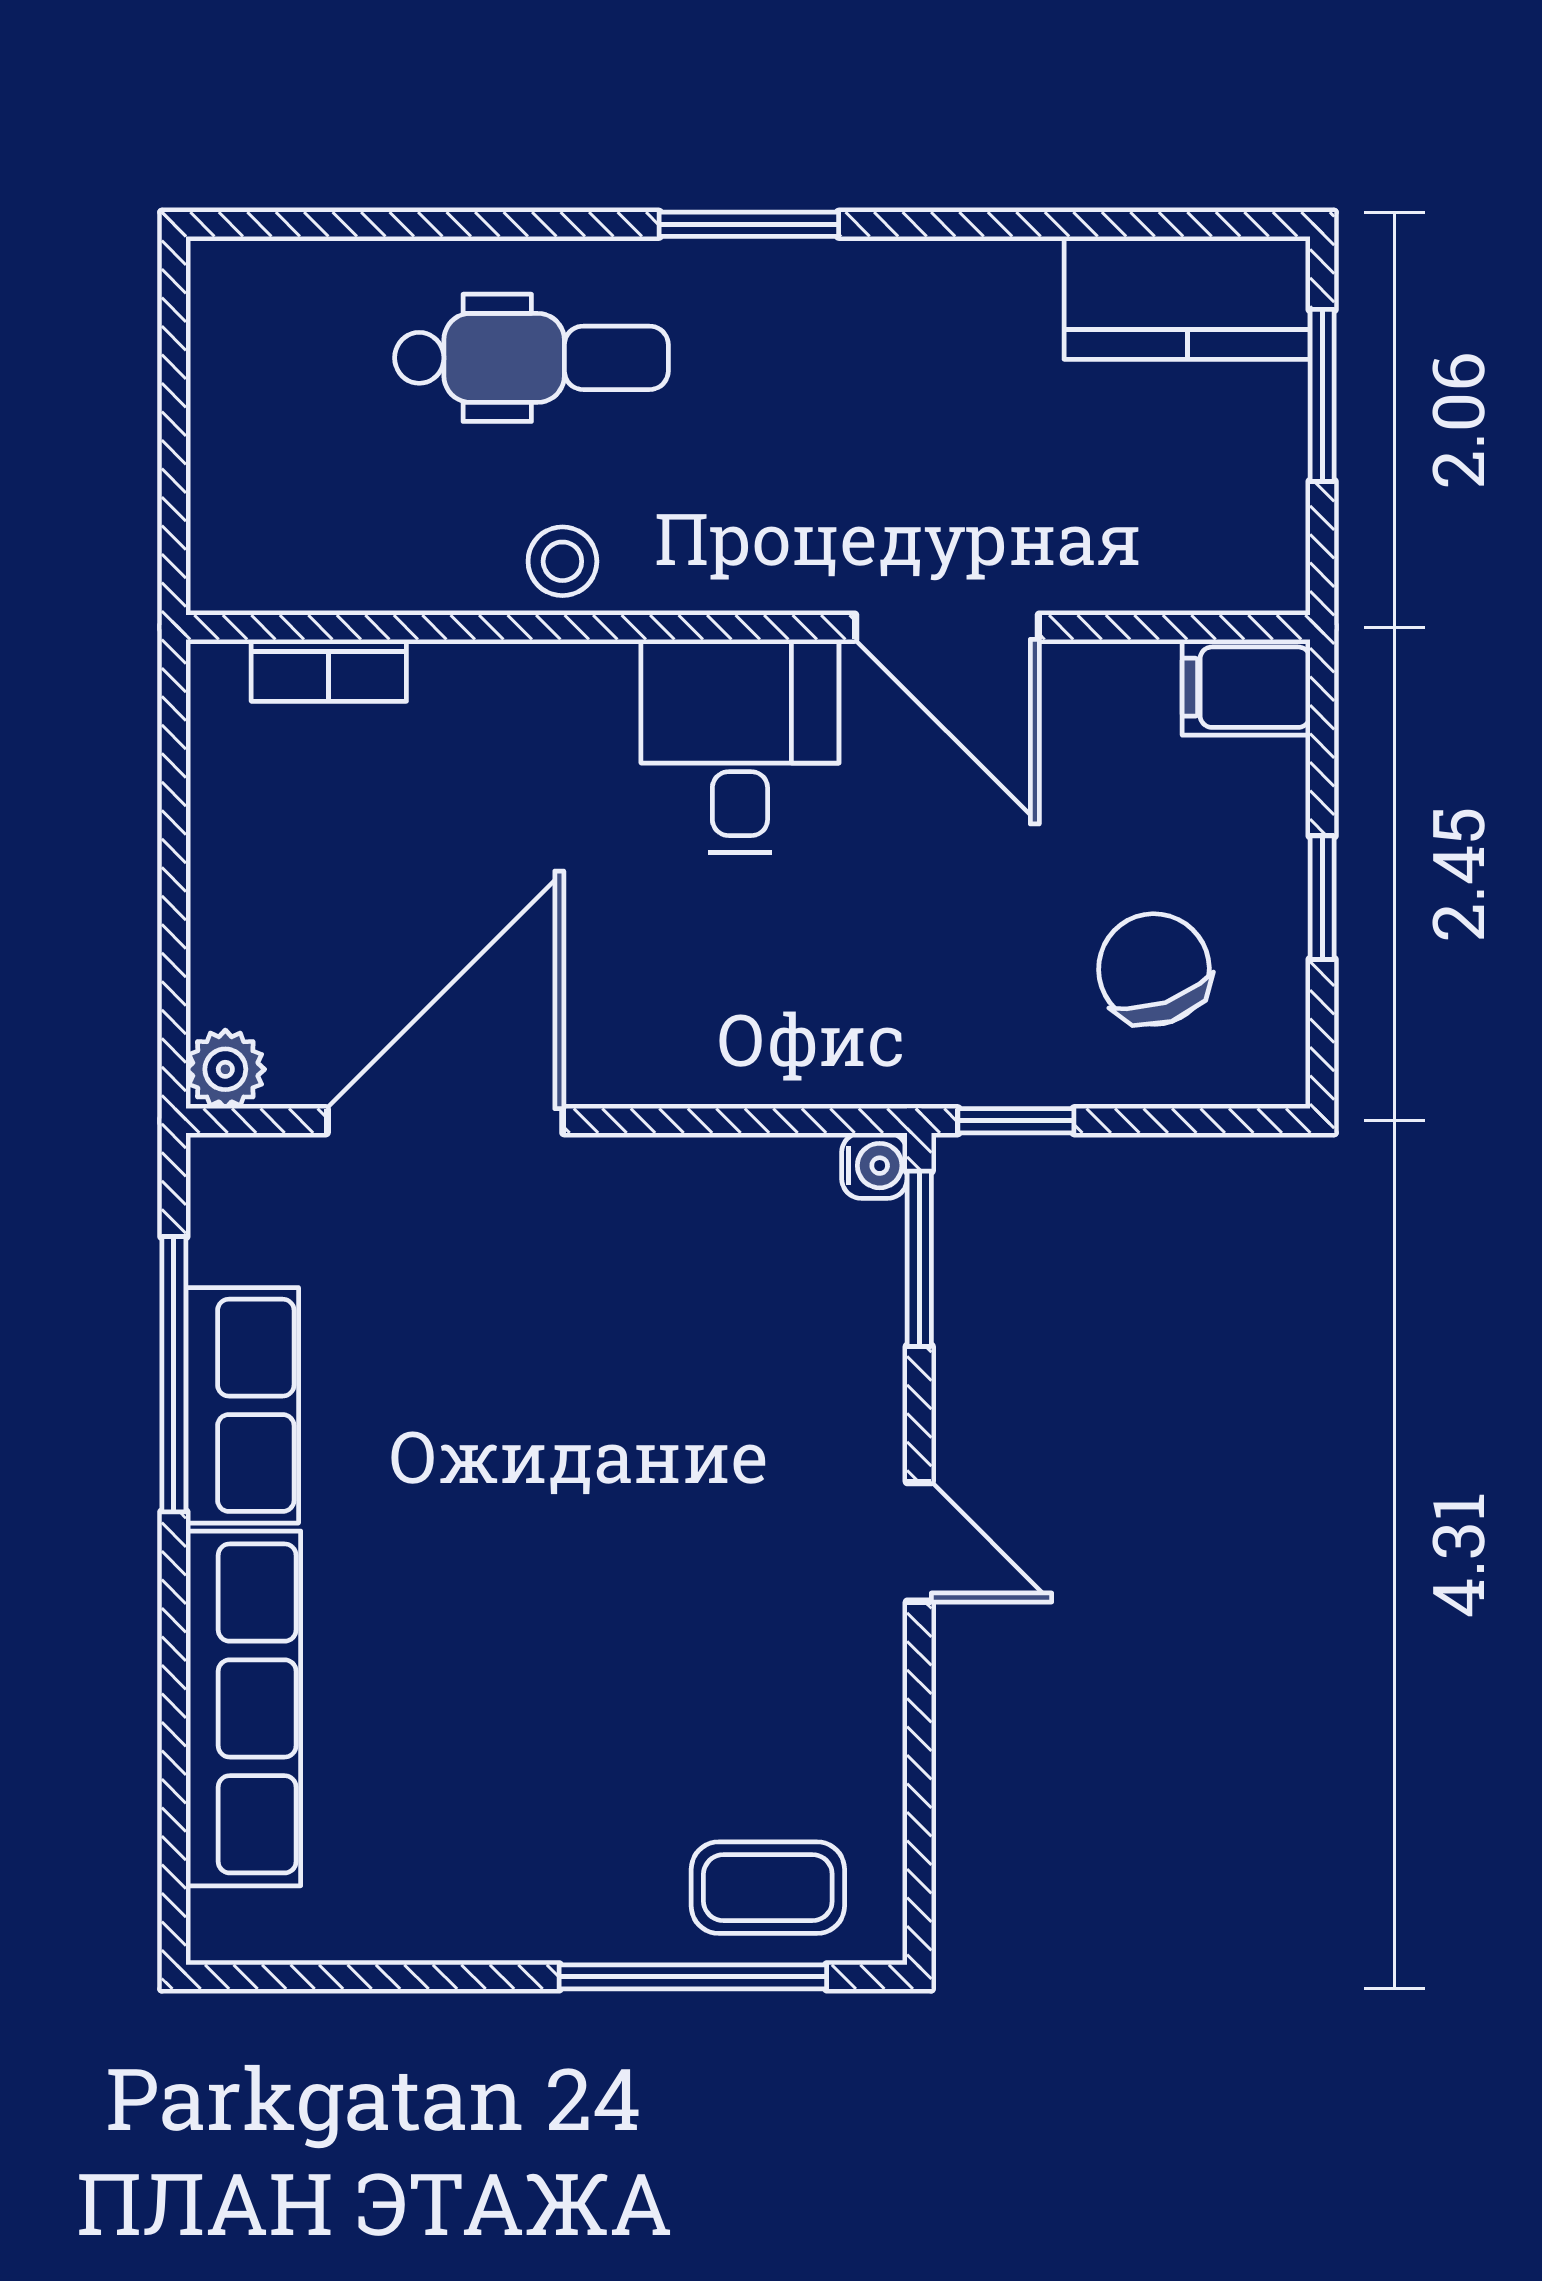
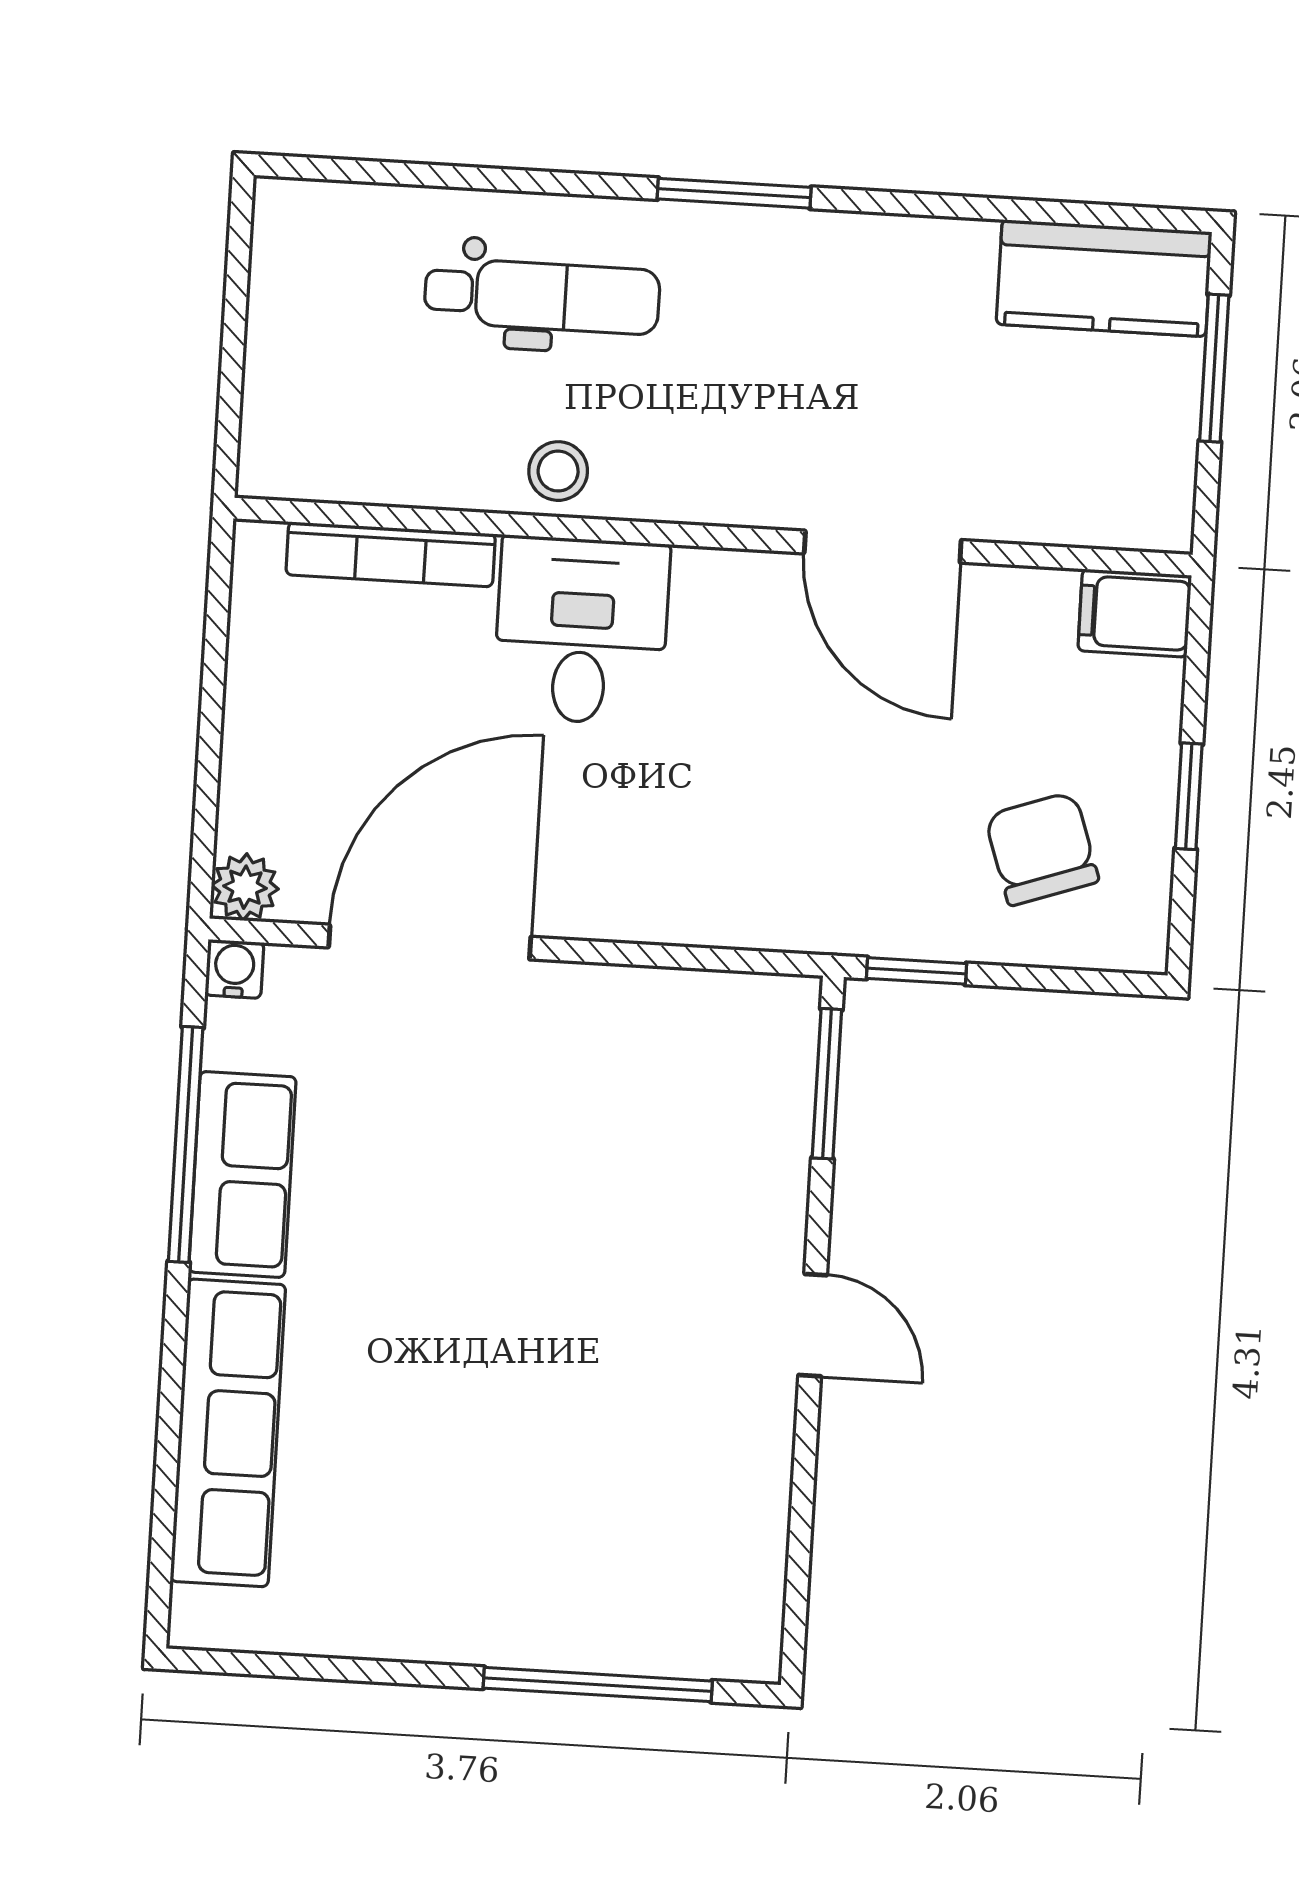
bookcase: (329, 670) -> (391, 554), width x1.56
desk: (740, 746) -> (581, 630), moved
water cooler: (874, 1166) -> (234, 969), moved, turned -90
coffee table: (768, 1888) -> (666, 1612), removed

